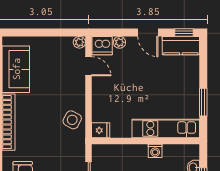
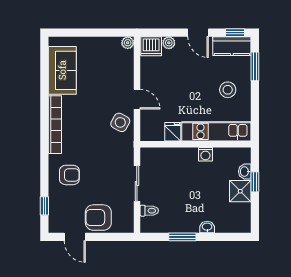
door: (88, 66) -> (137, 99), moved
stool: (177, 88) -> (228, 90), added
window: (203, 102) -> (255, 66), moved
fridge: (101, 130) -> (173, 132), moved, turned -90

